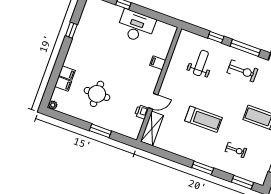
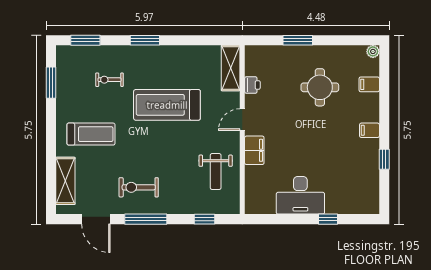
window: (216, 37) -> (204, 219), moved
filing cabinet: (158, 63) -> (254, 150), width x2.00
weight bench: (201, 63) -> (216, 172), moved
filing cabinet: (67, 73) -> (369, 130), moved
door: (153, 101) -> (242, 120), moved
treadmill: (204, 119) -> (167, 105), width x1.37, depth x1.38

